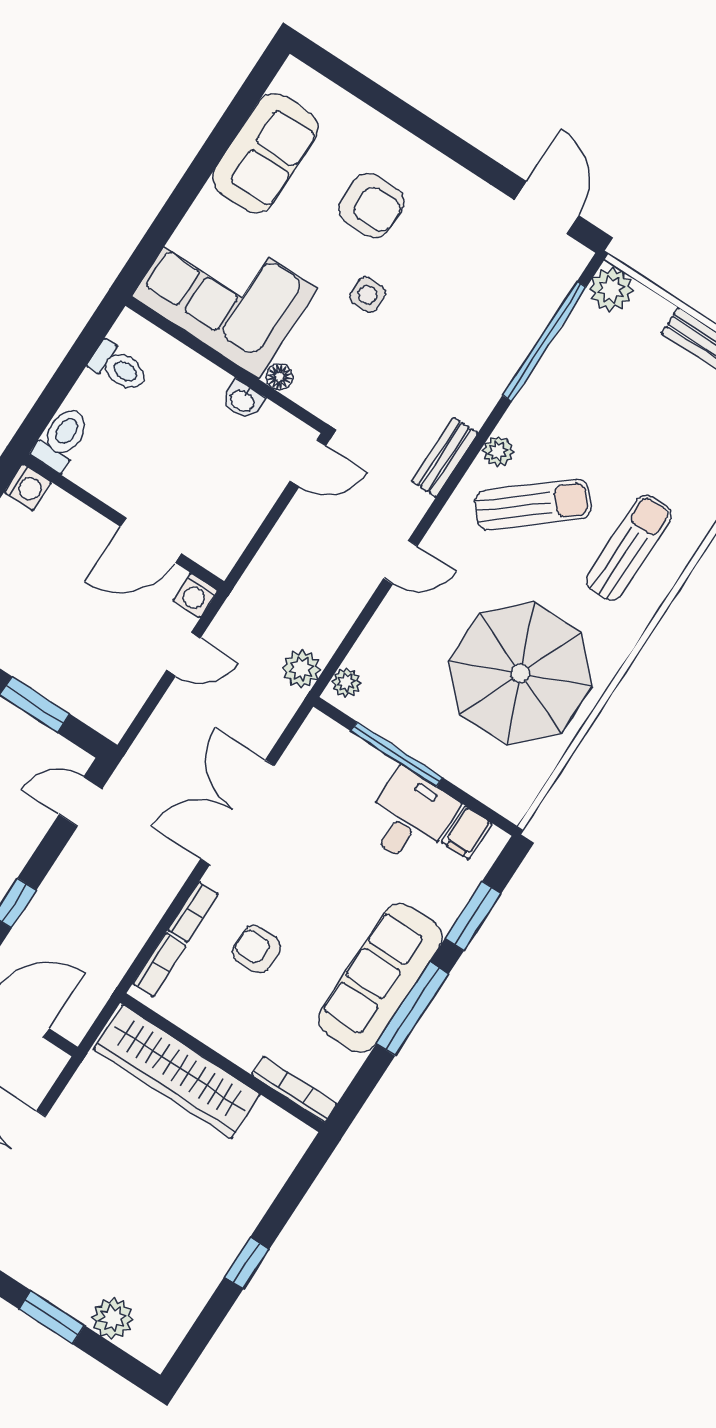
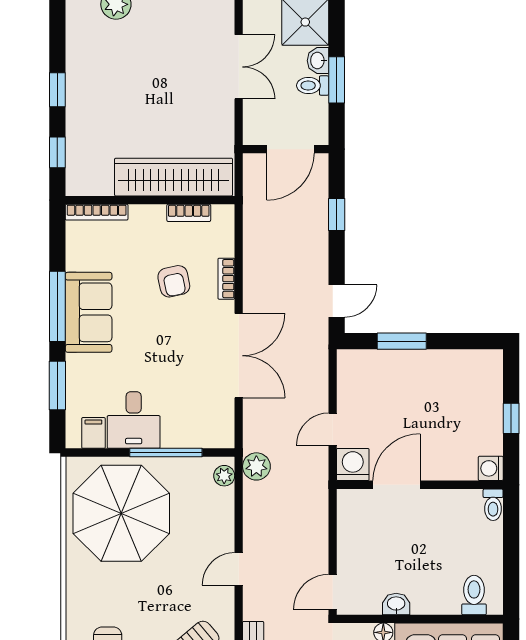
toilet: (119, 367) -> (474, 595), moved, turned 90
toilet: (62, 438) -> (493, 505), width x0.73, depth x0.72
washing machine: (195, 595) -> (353, 465), width x1.38, depth x1.38
parasol: (520, 673) -> (121, 513), moved
armchair: (257, 949) -> (174, 281), turned 78
bookcase: (159, 965) -> (189, 213), moved, turned -90
sofa: (380, 978) -> (89, 312), width x0.73
window: (295, 1190) -> (57, 152), added

